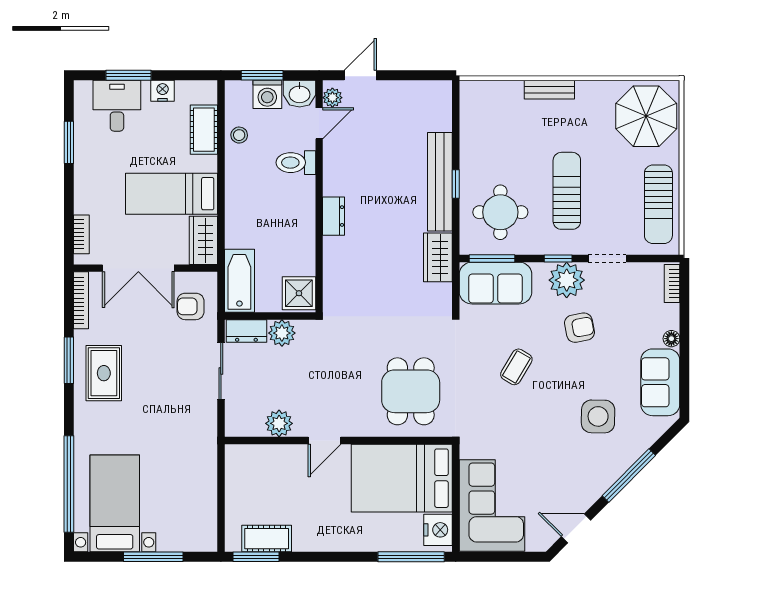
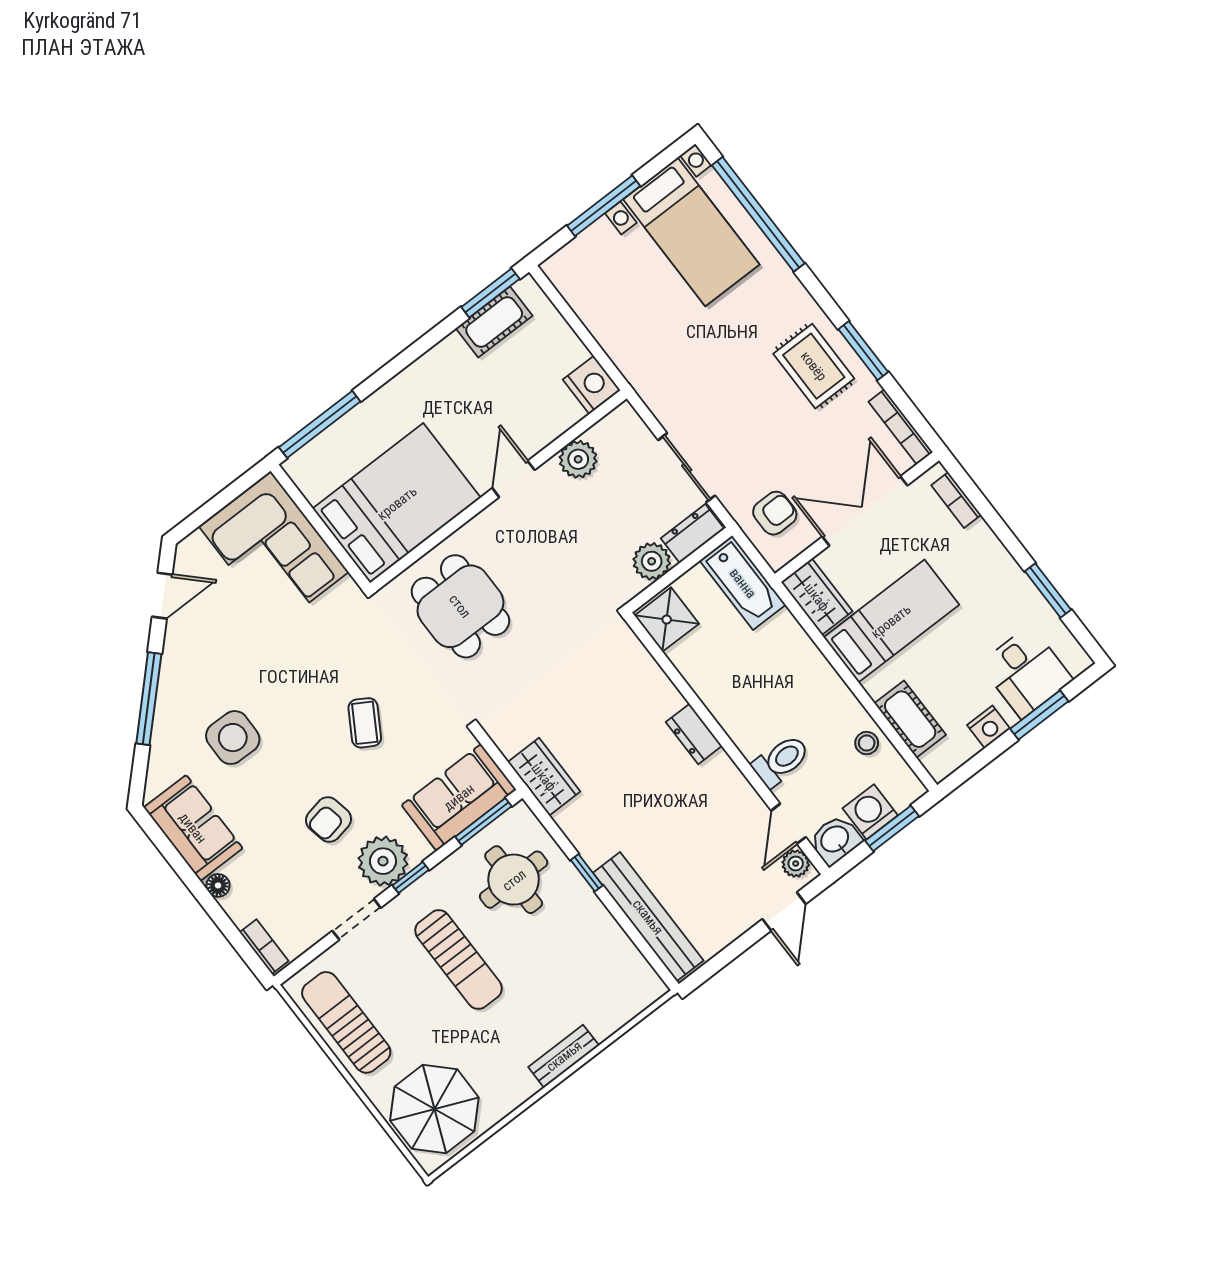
bench: (440, 182) -> (648, 917), moved
nightstand: (438, 530) -> (592, 385), moved, turned 180

